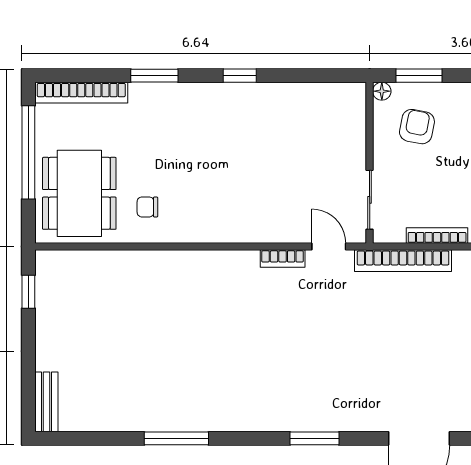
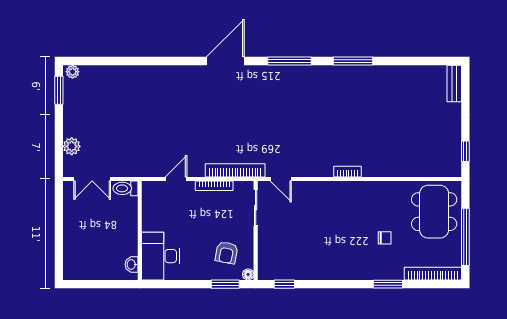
window: (240, 76) -> (284, 284), moved
chair: (147, 207) -> (385, 238), moved
bookcase: (283, 259) -> (347, 172), moved
window: (176, 438) -> (353, 61), moved
window: (314, 438) -> (289, 61), width x1.44

